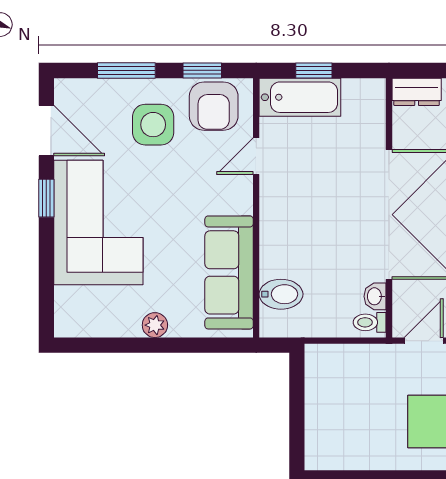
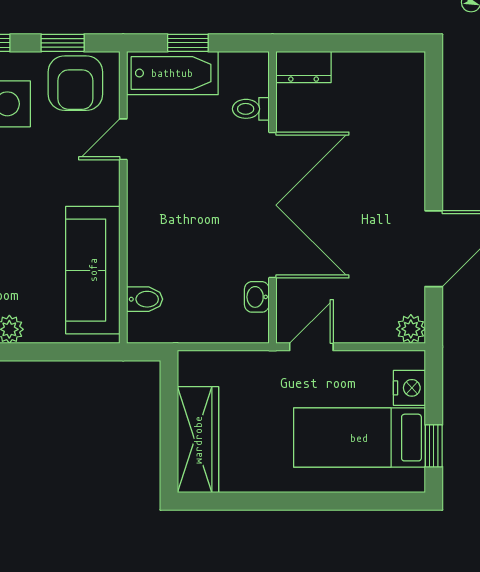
bidet: (281, 294) -> (145, 299), width x0.72, depth x0.74
toilet: (370, 322) -> (251, 109), moved
wardrobe: (323, 423) -> (198, 440), added

